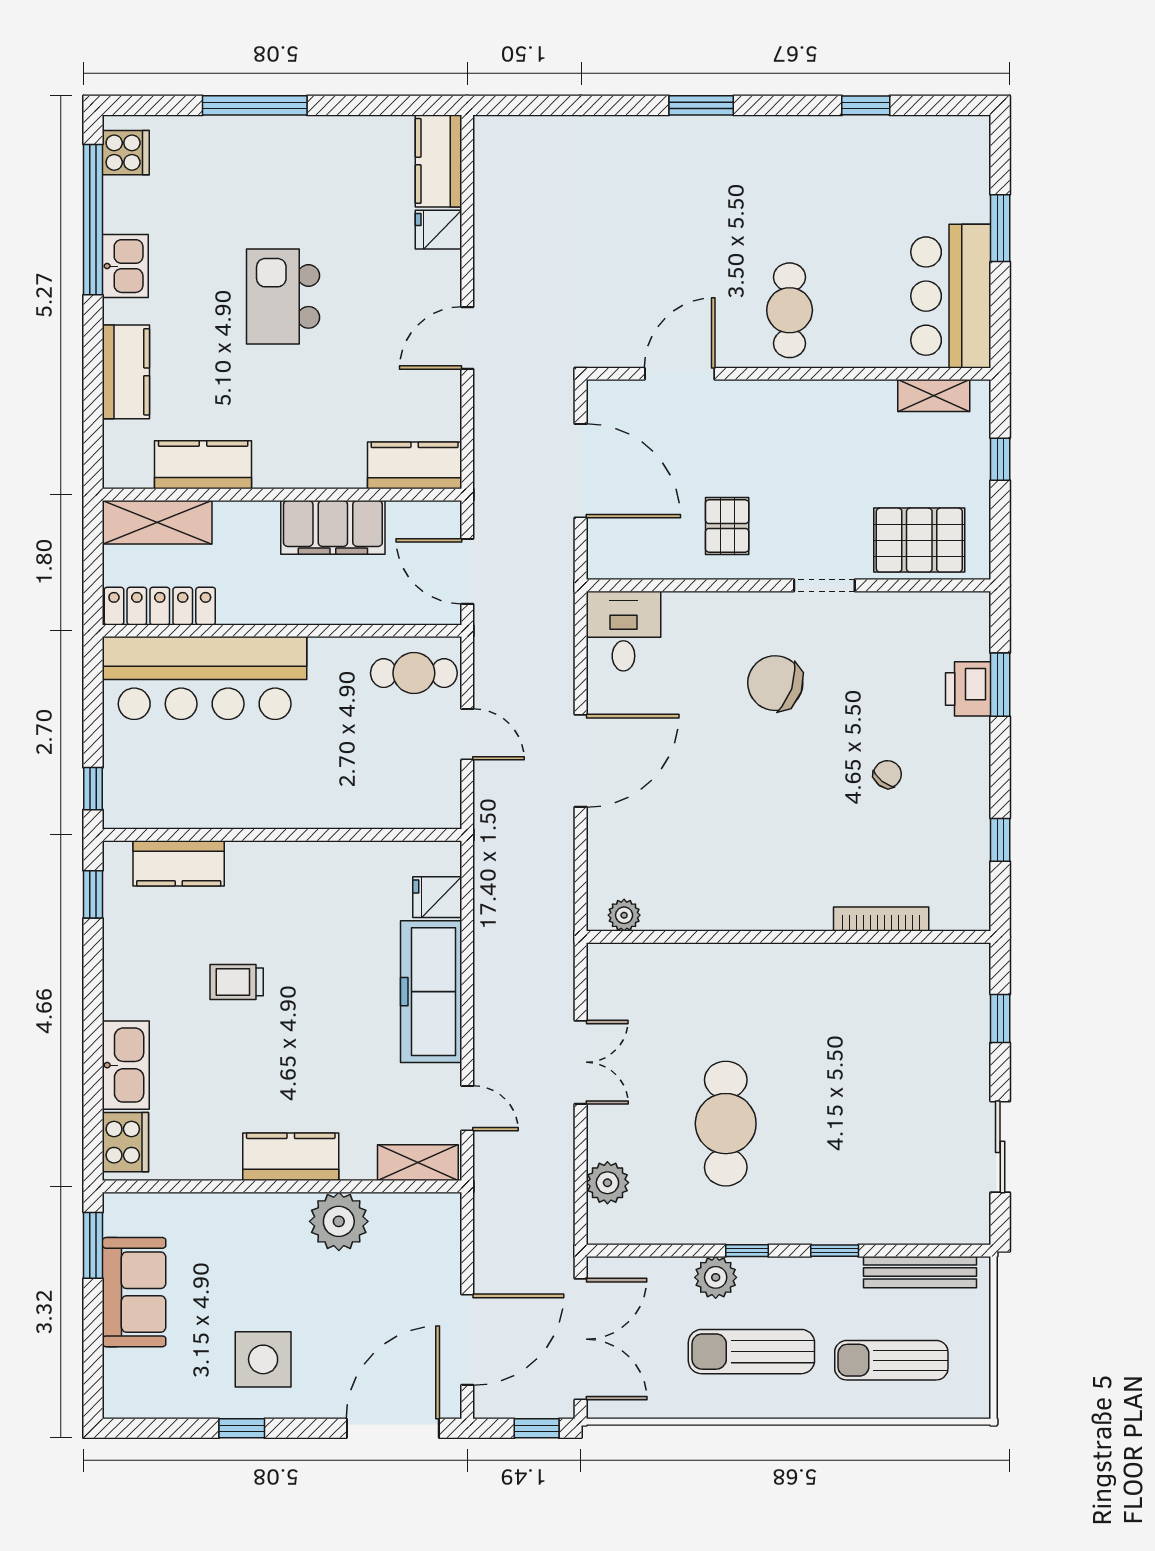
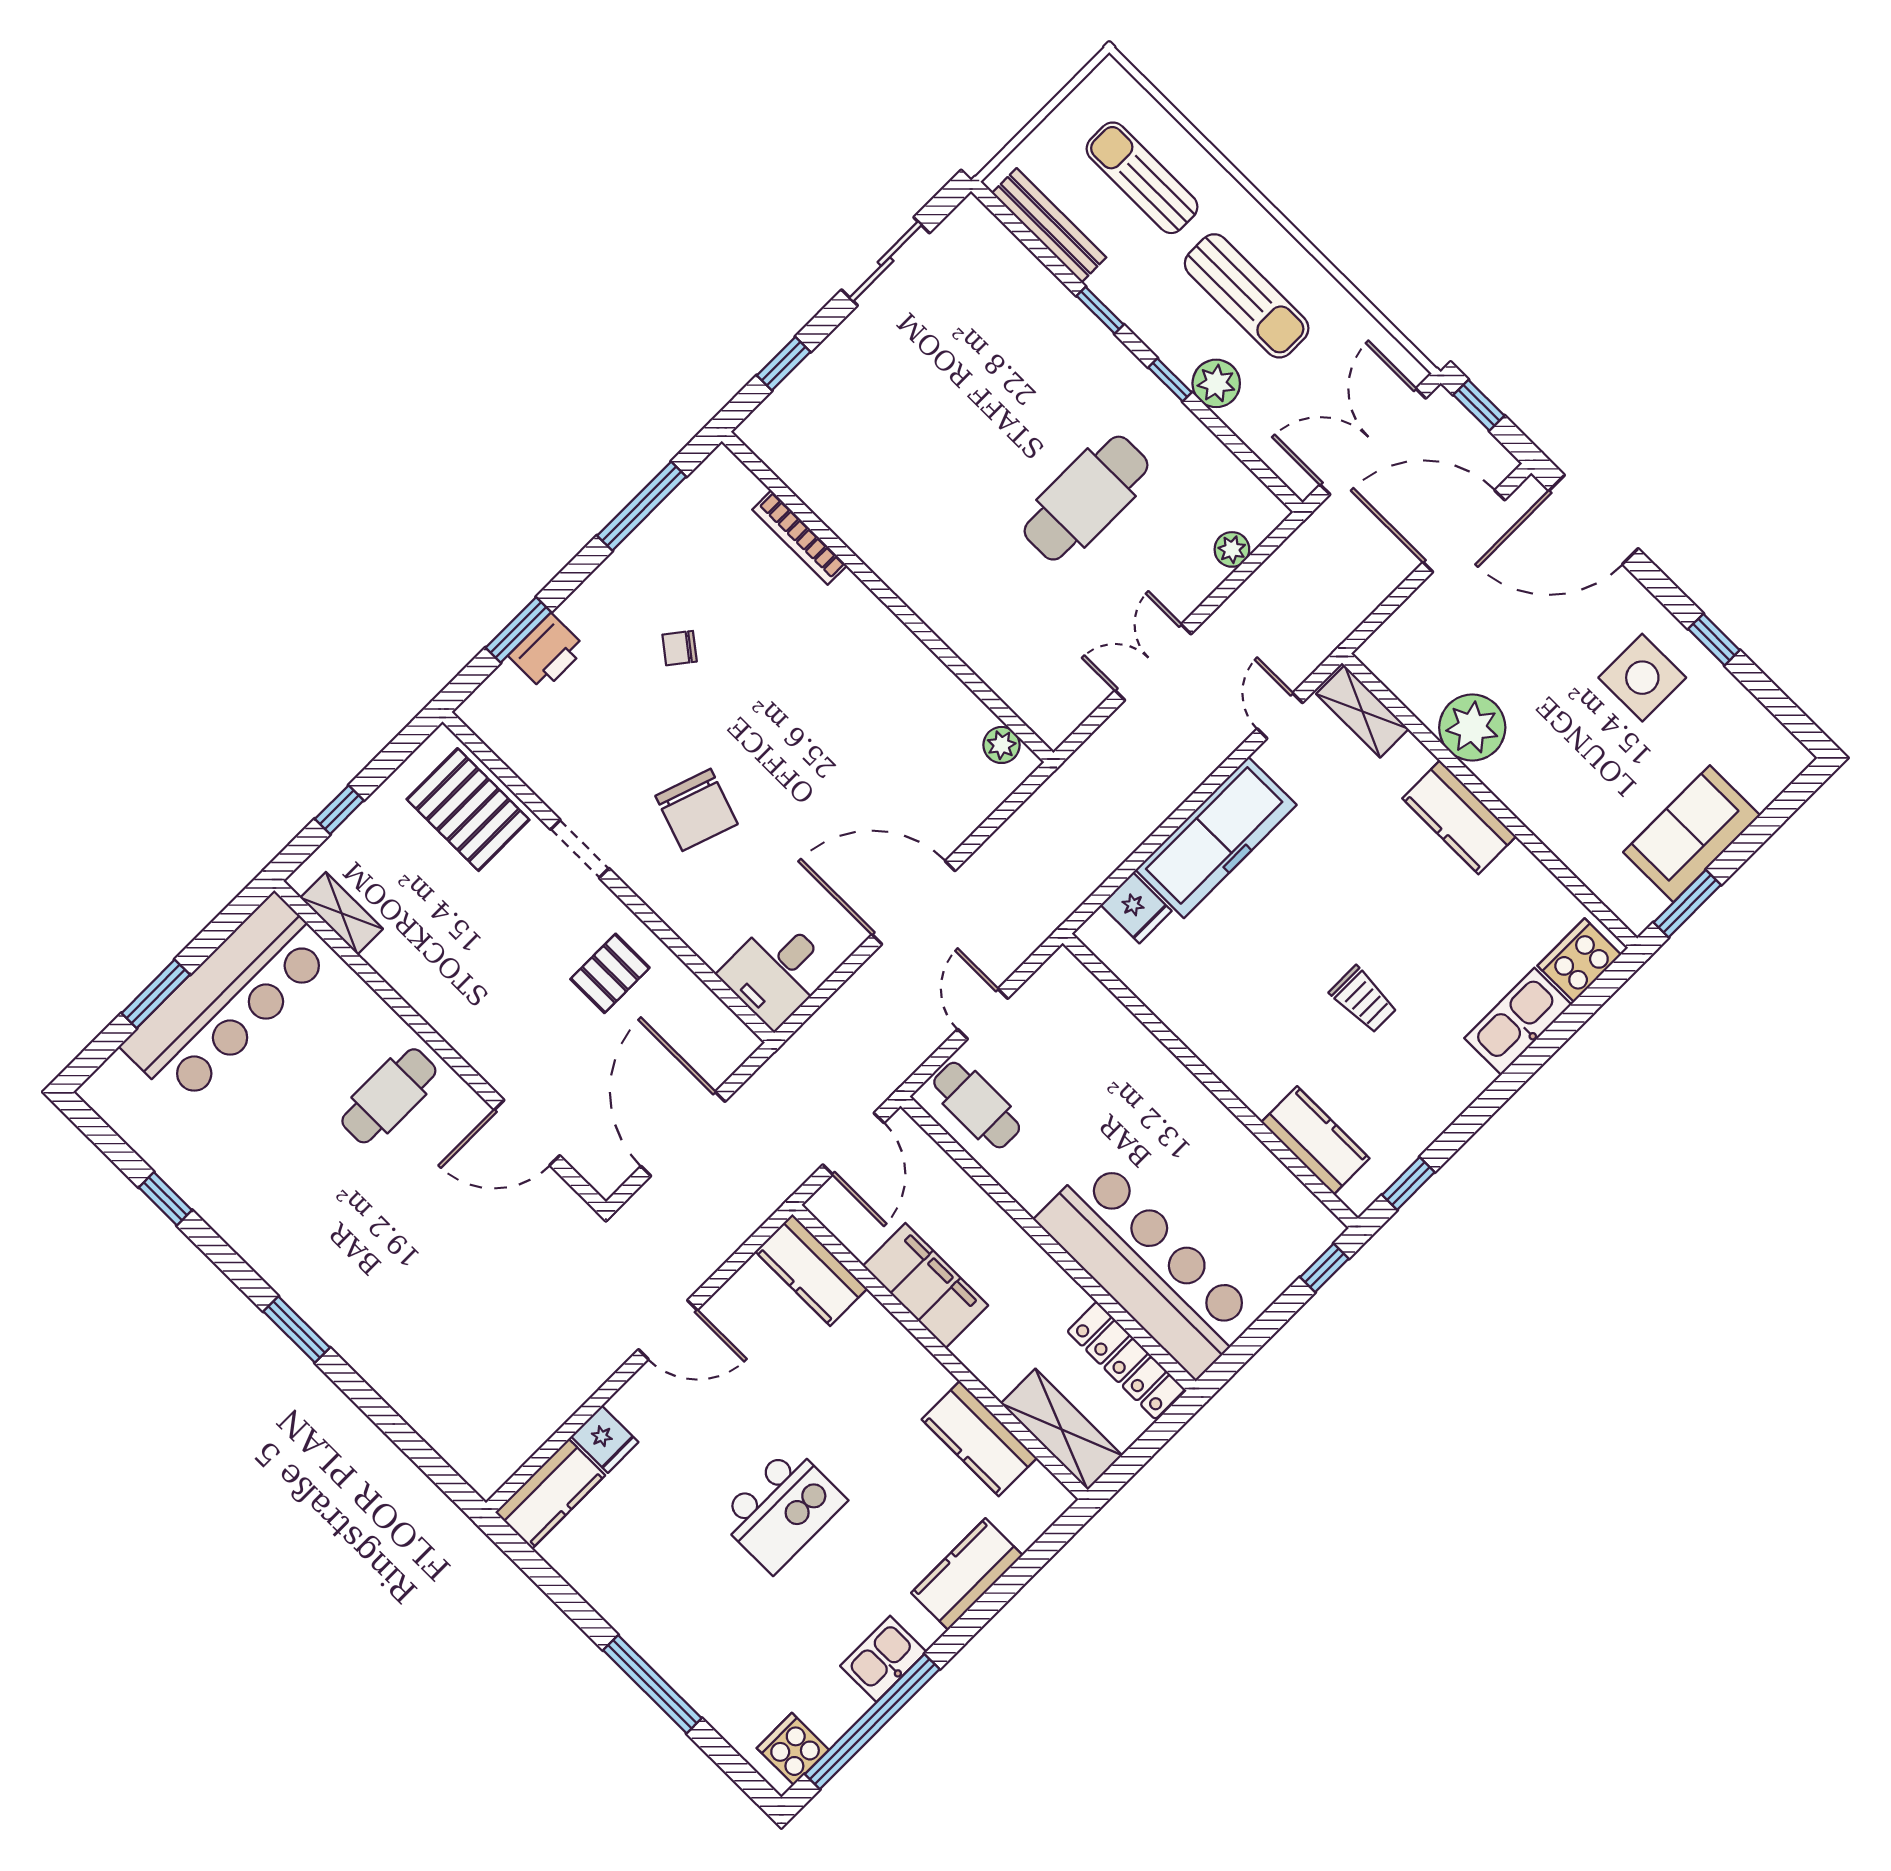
bar counter: (951, 296) -> (228, 1000), width x1.36
window: (1000, 840) -> (642, 506), width x2.17
plant: (607, 1183) -> (1232, 549), width x0.73, depth x0.73
sun lounger: (891, 1360) -> (1142, 178), turned 180

